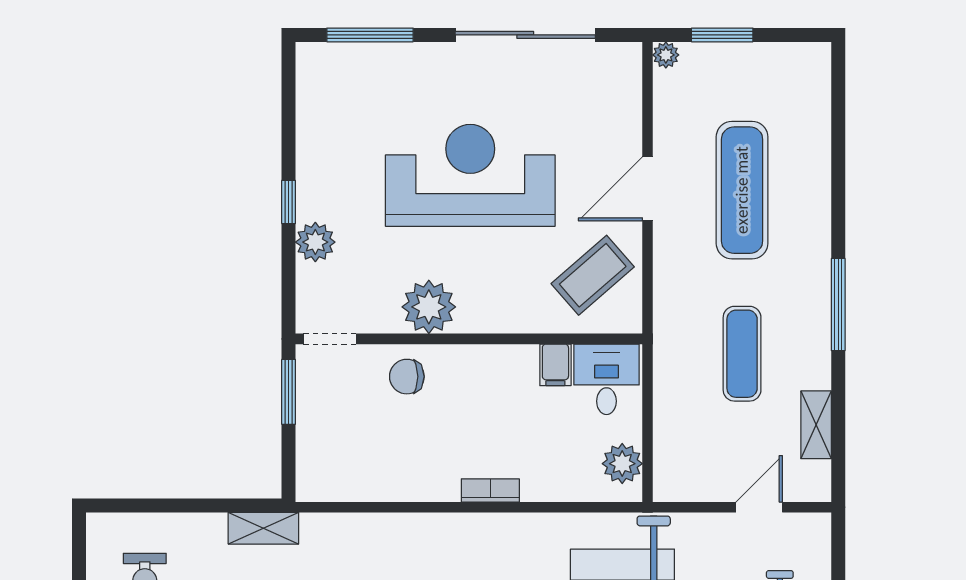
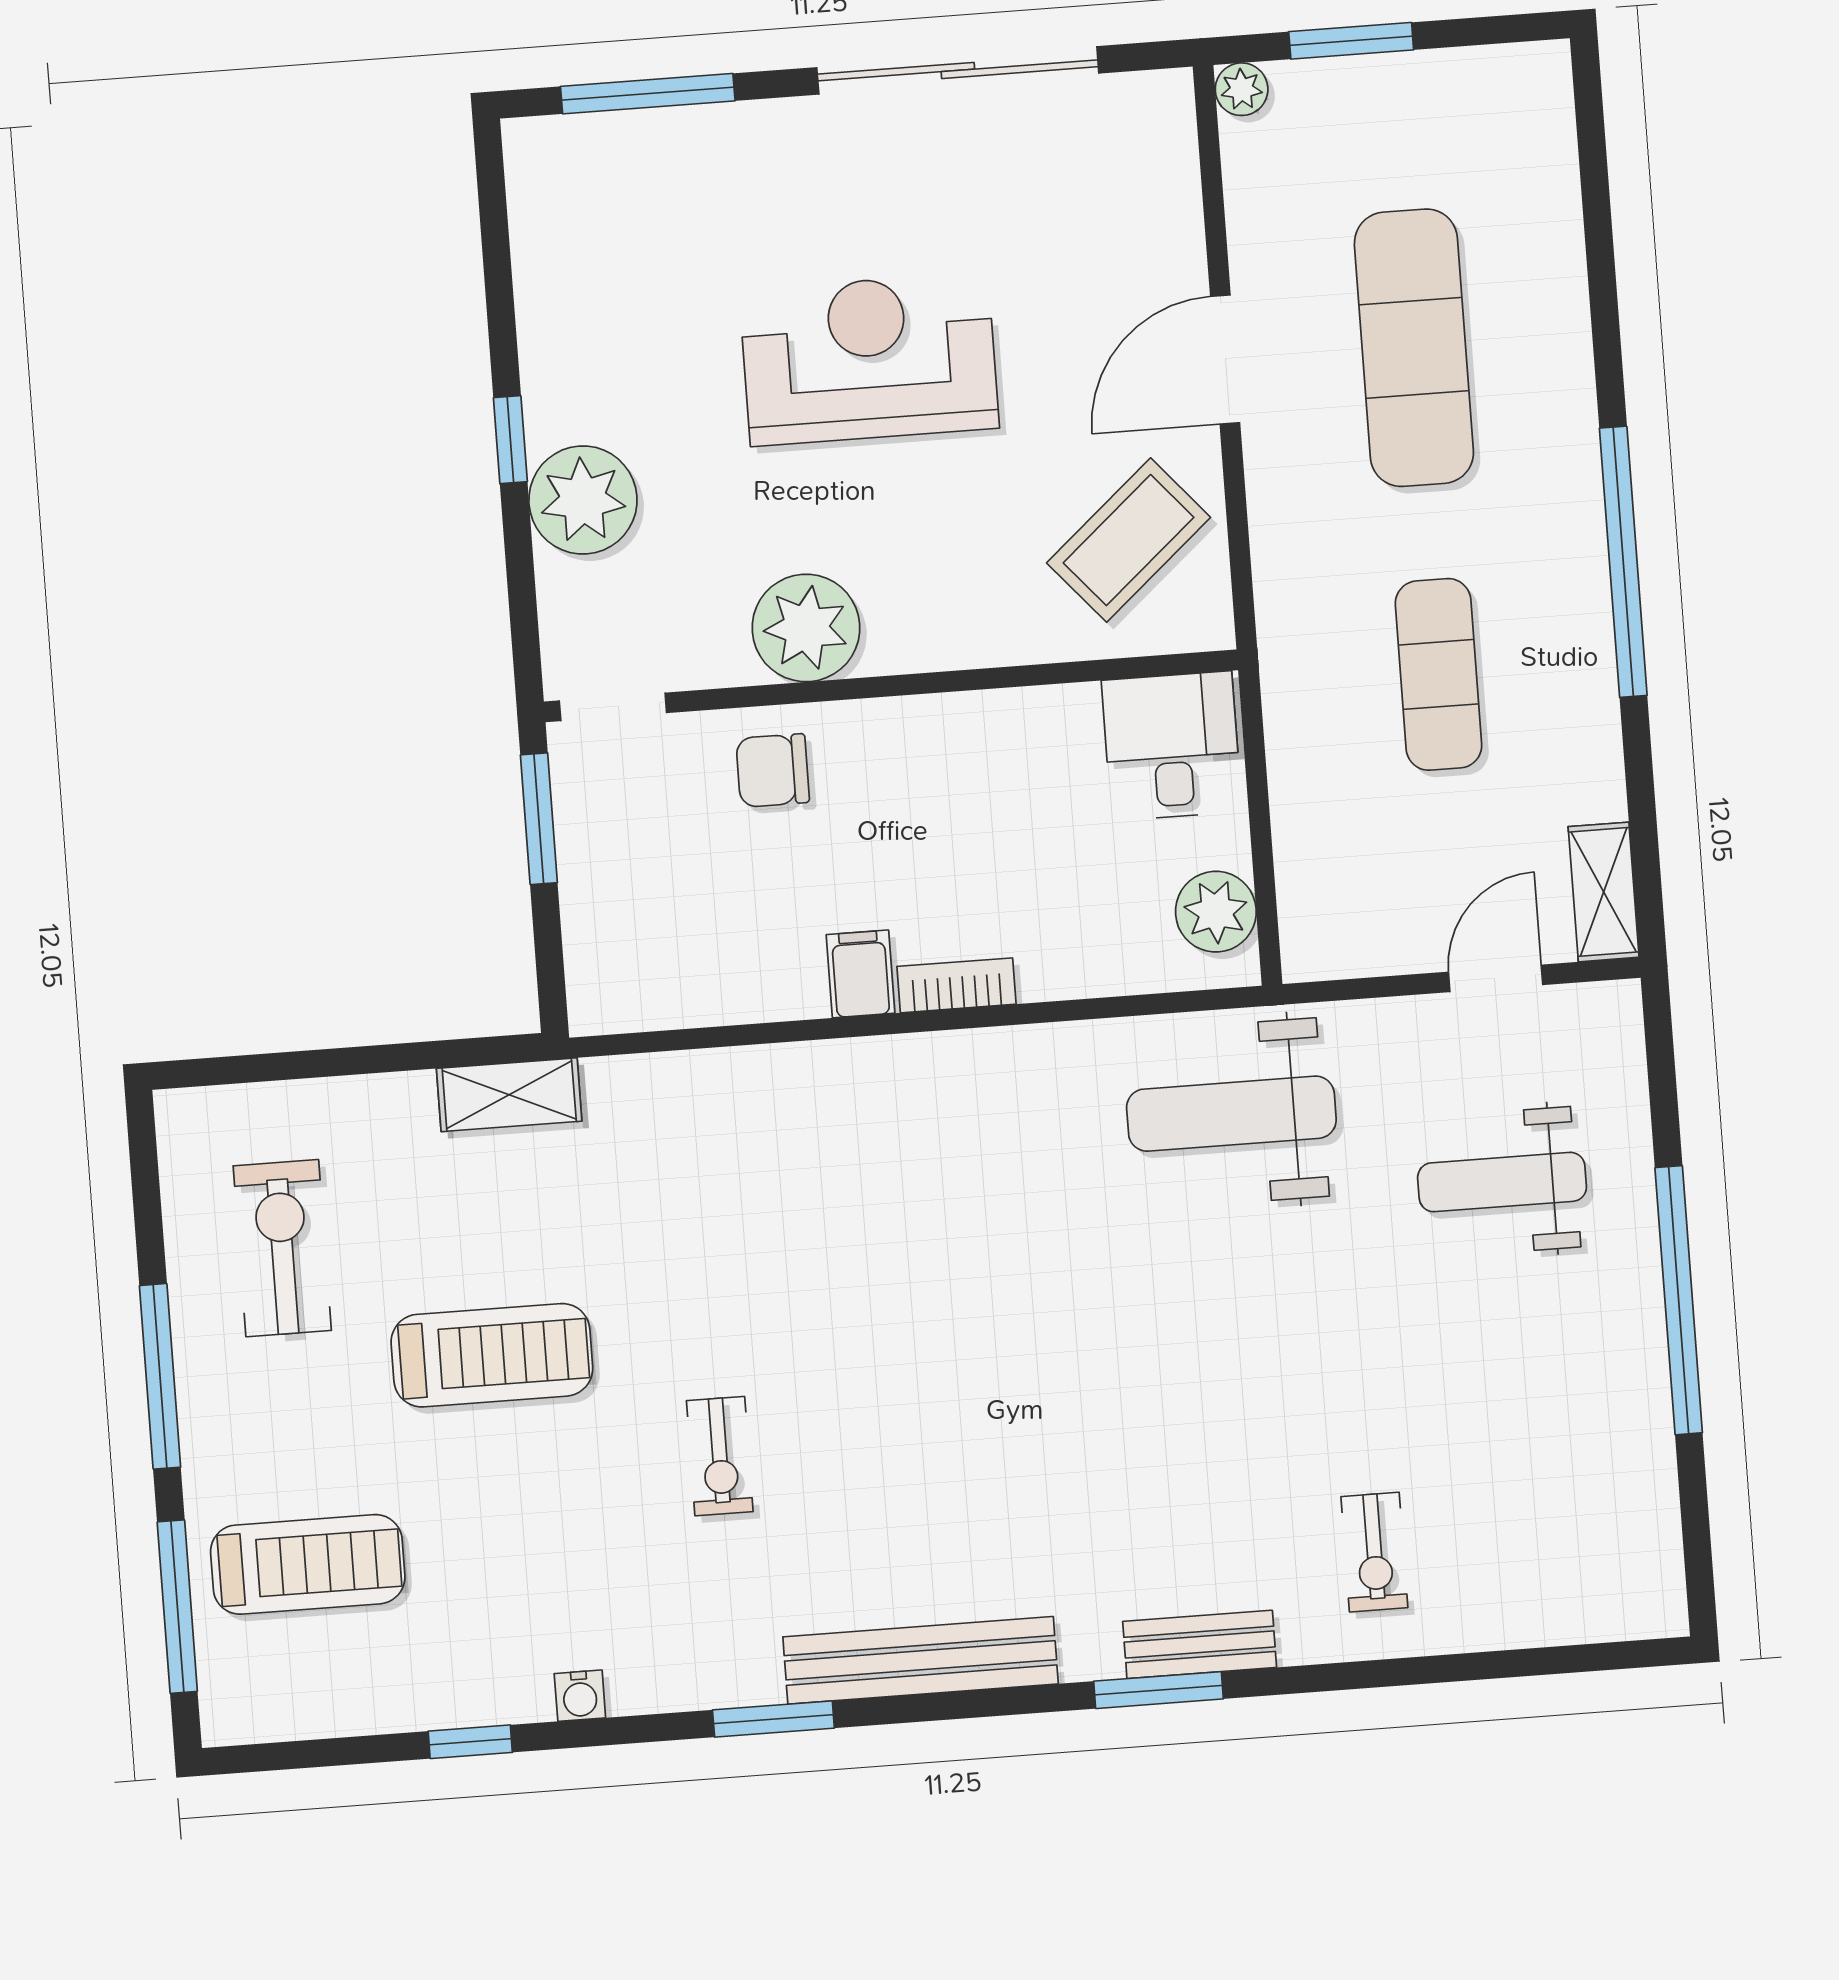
reception desk: (470, 175) -> (869, 359), width x0.74, depth x0.77
plant: (315, 242) -> (583, 500), width x1.36, depth x1.36
window: (838, 305) -> (1623, 562), width x1.46
filing cabinet: (555, 365) -> (860, 974), moved, turned 180
shelving: (816, 425) -> (1604, 892), moved

